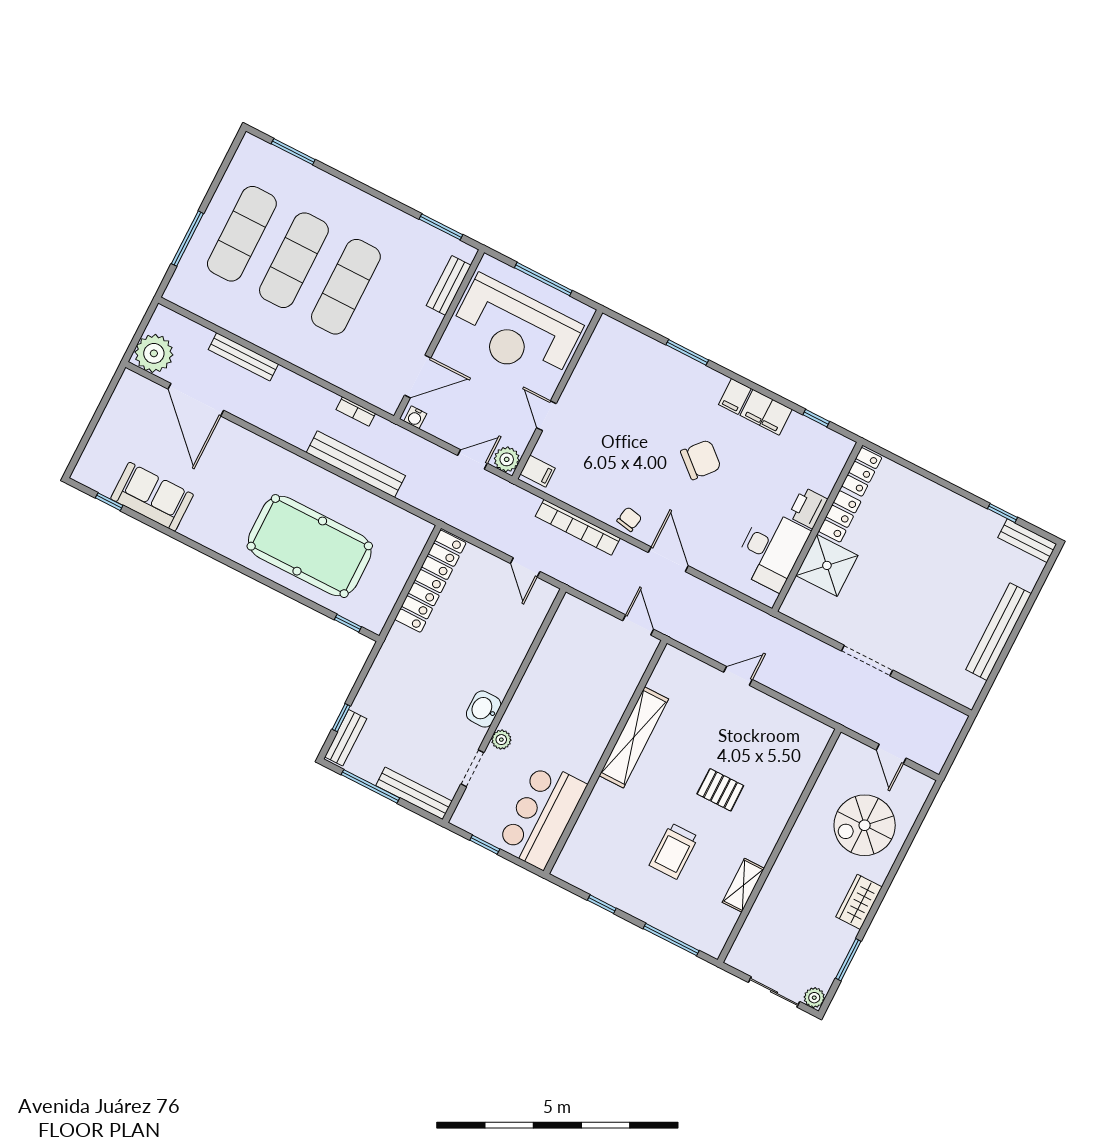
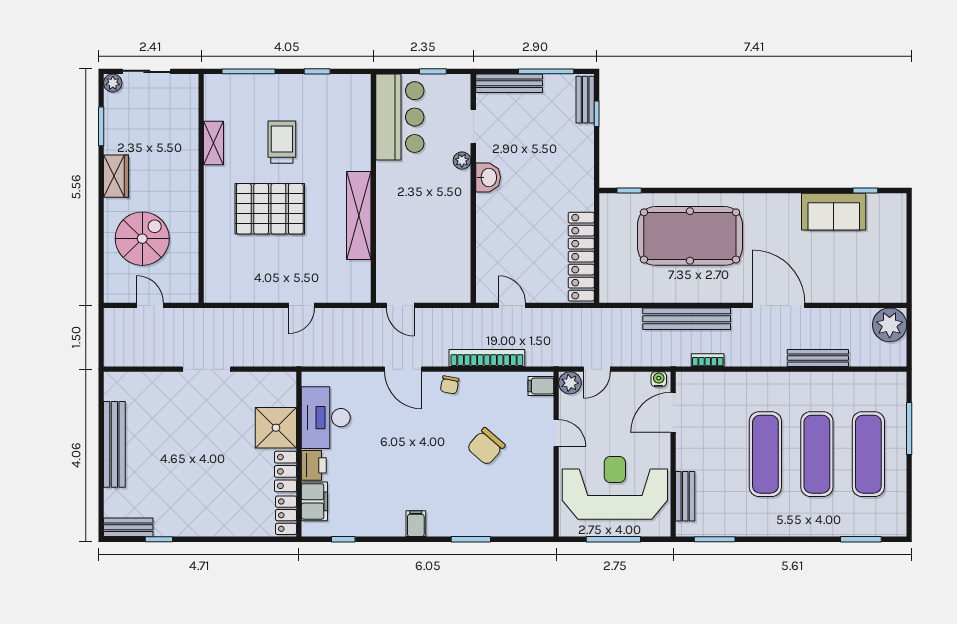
door: (196, 400) -> (779, 305), moved
filing cabinet: (766, 412) -> (314, 501), moved, turned 90
chair: (701, 460) -> (486, 446), moved
pallet: (720, 790) -> (270, 209), width x2.05, depth x2.00

